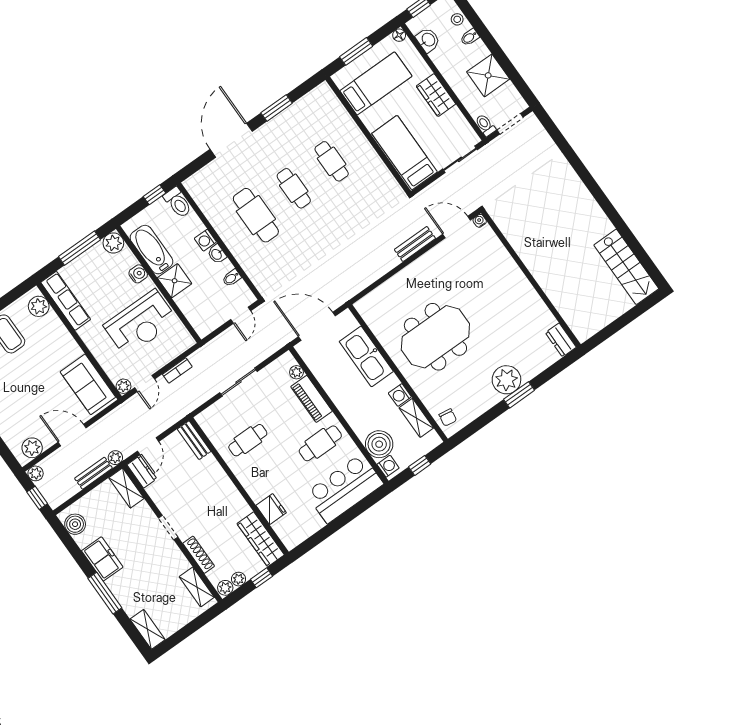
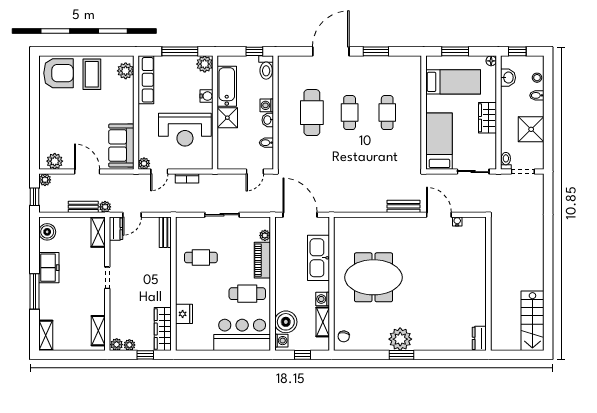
wall: (531, 279) -> (488, 284), moved
dresser: (561, 340) -> (479, 338), moved
shoe rack: (199, 555) -> (114, 310), removed

